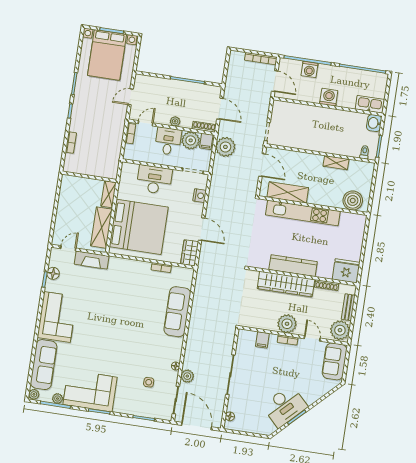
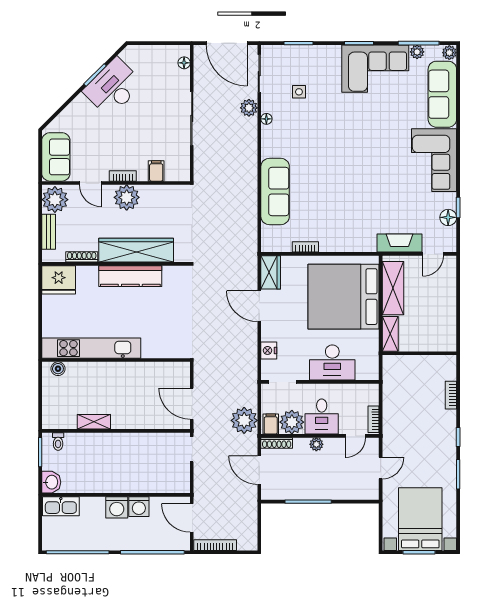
washing machine: (309, 69) -> (139, 507), moved, turned 180
shelving: (288, 192) -> (152, 372), removed
boiler: (353, 201) -> (58, 369), width x0.54, depth x0.54
kitchen unit: (303, 213) -> (91, 348), moved

